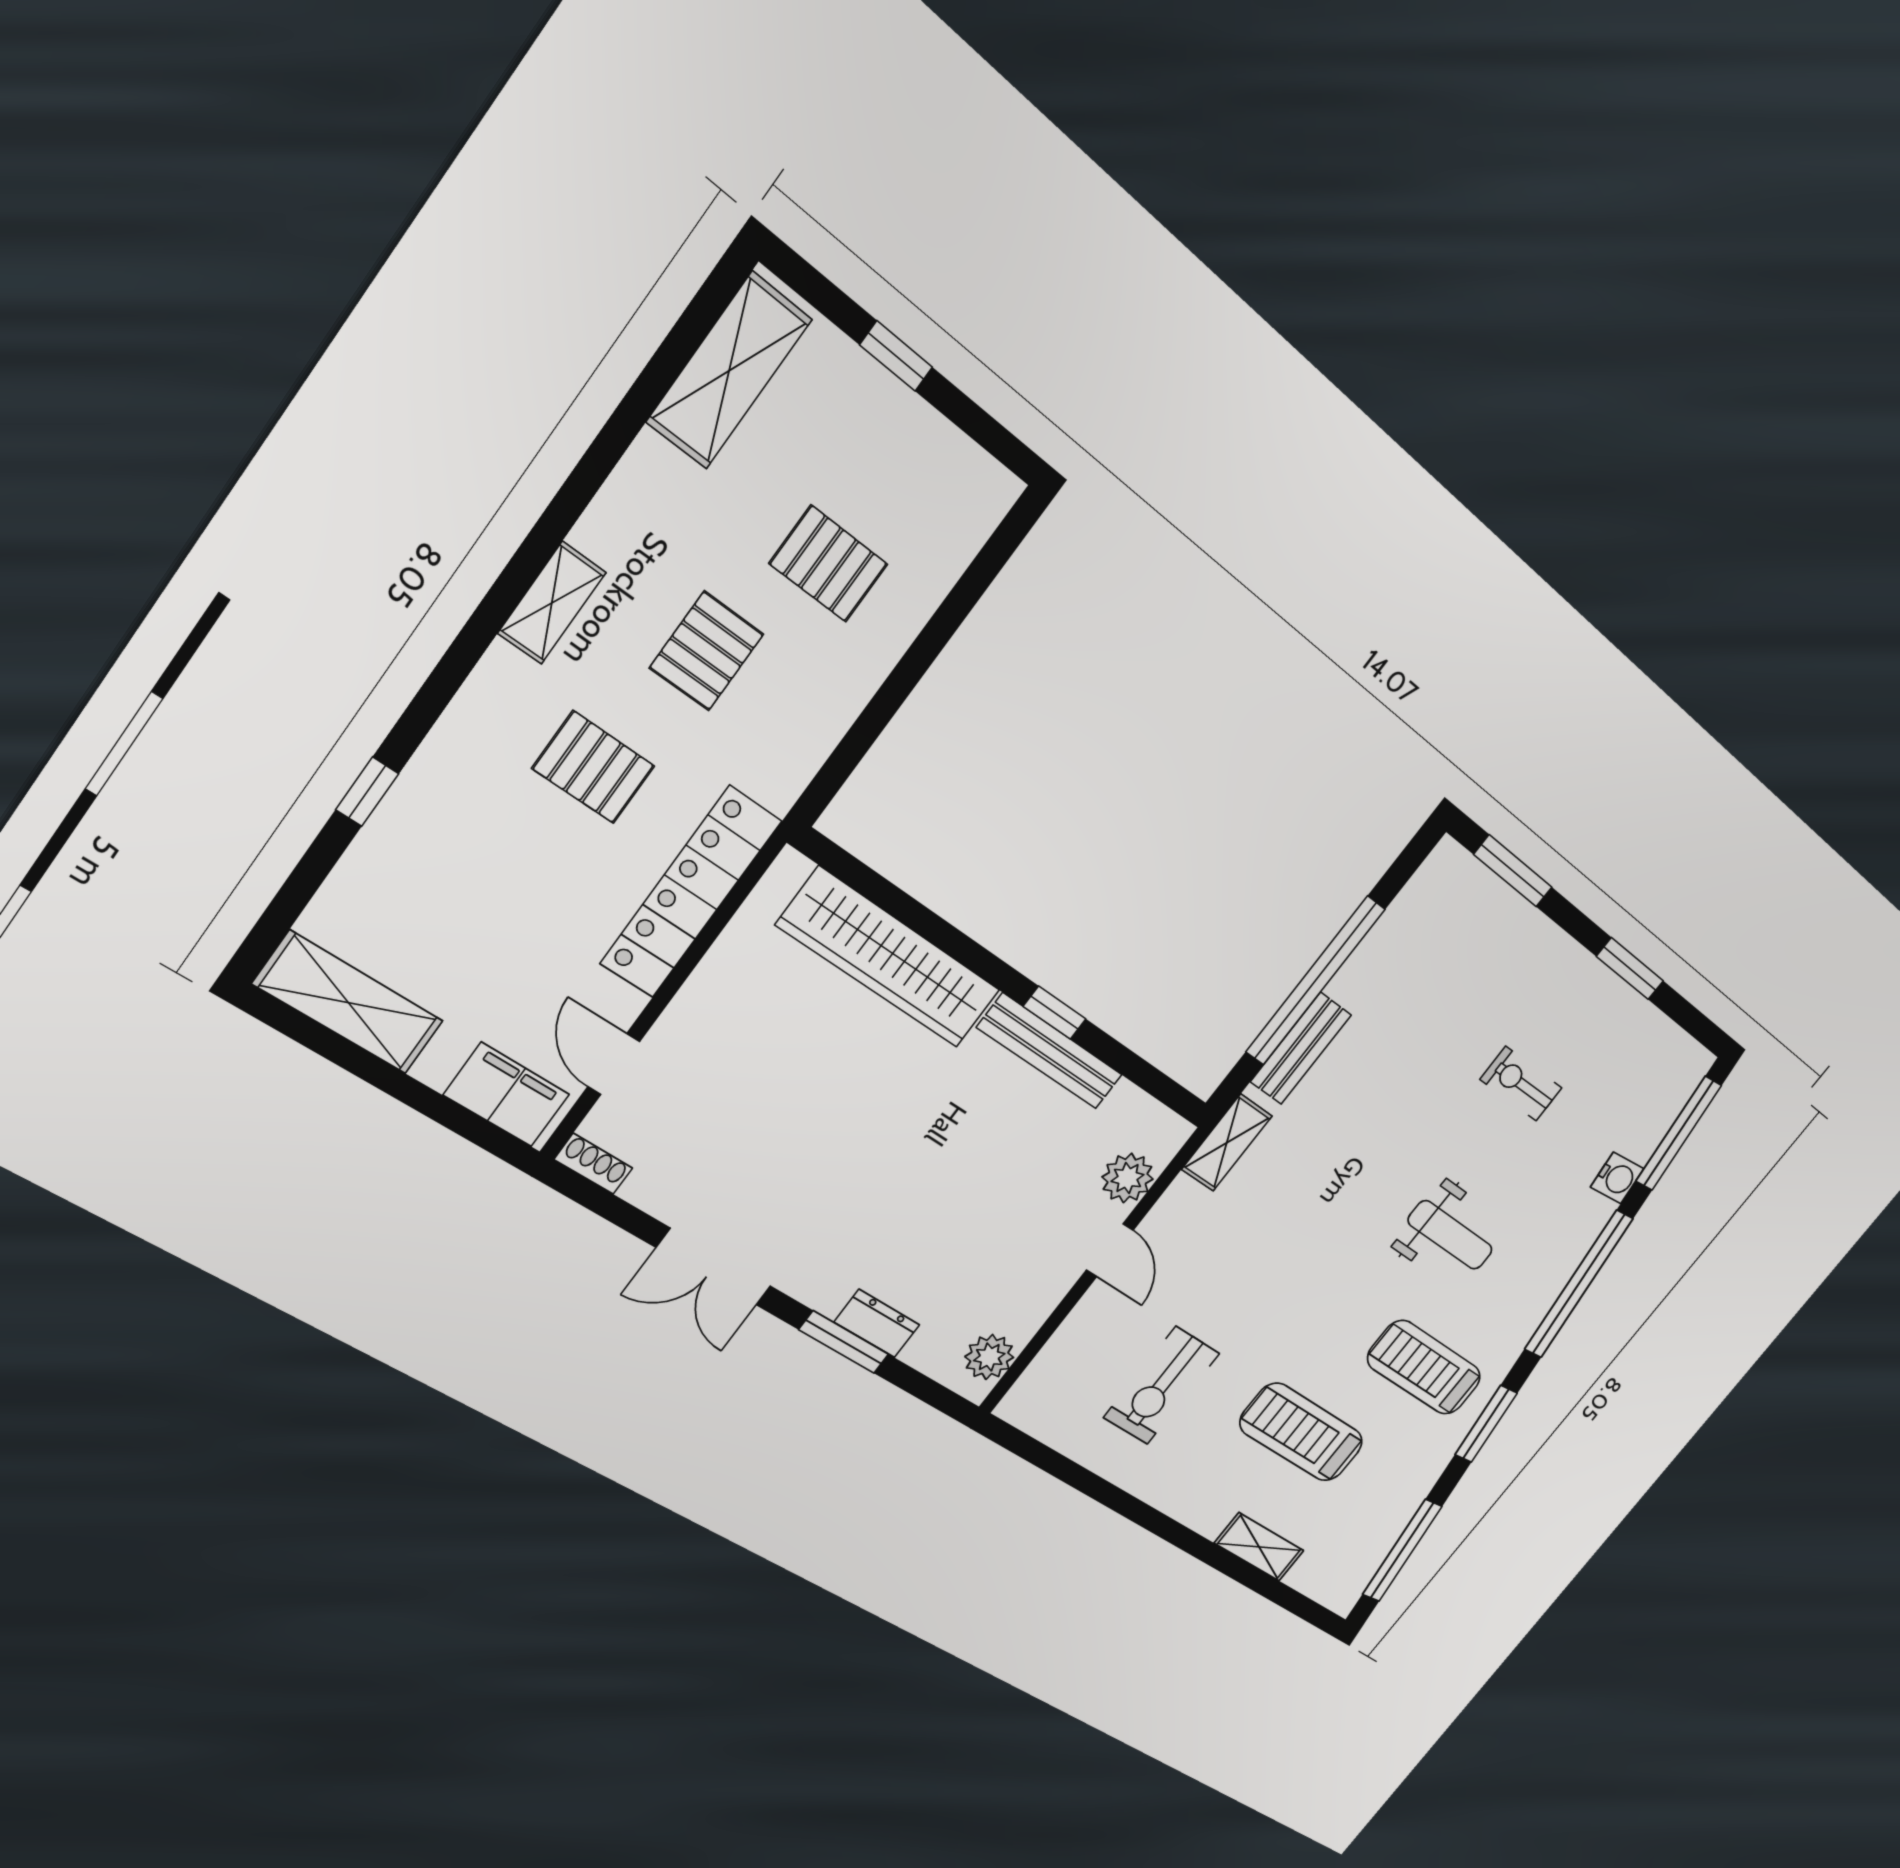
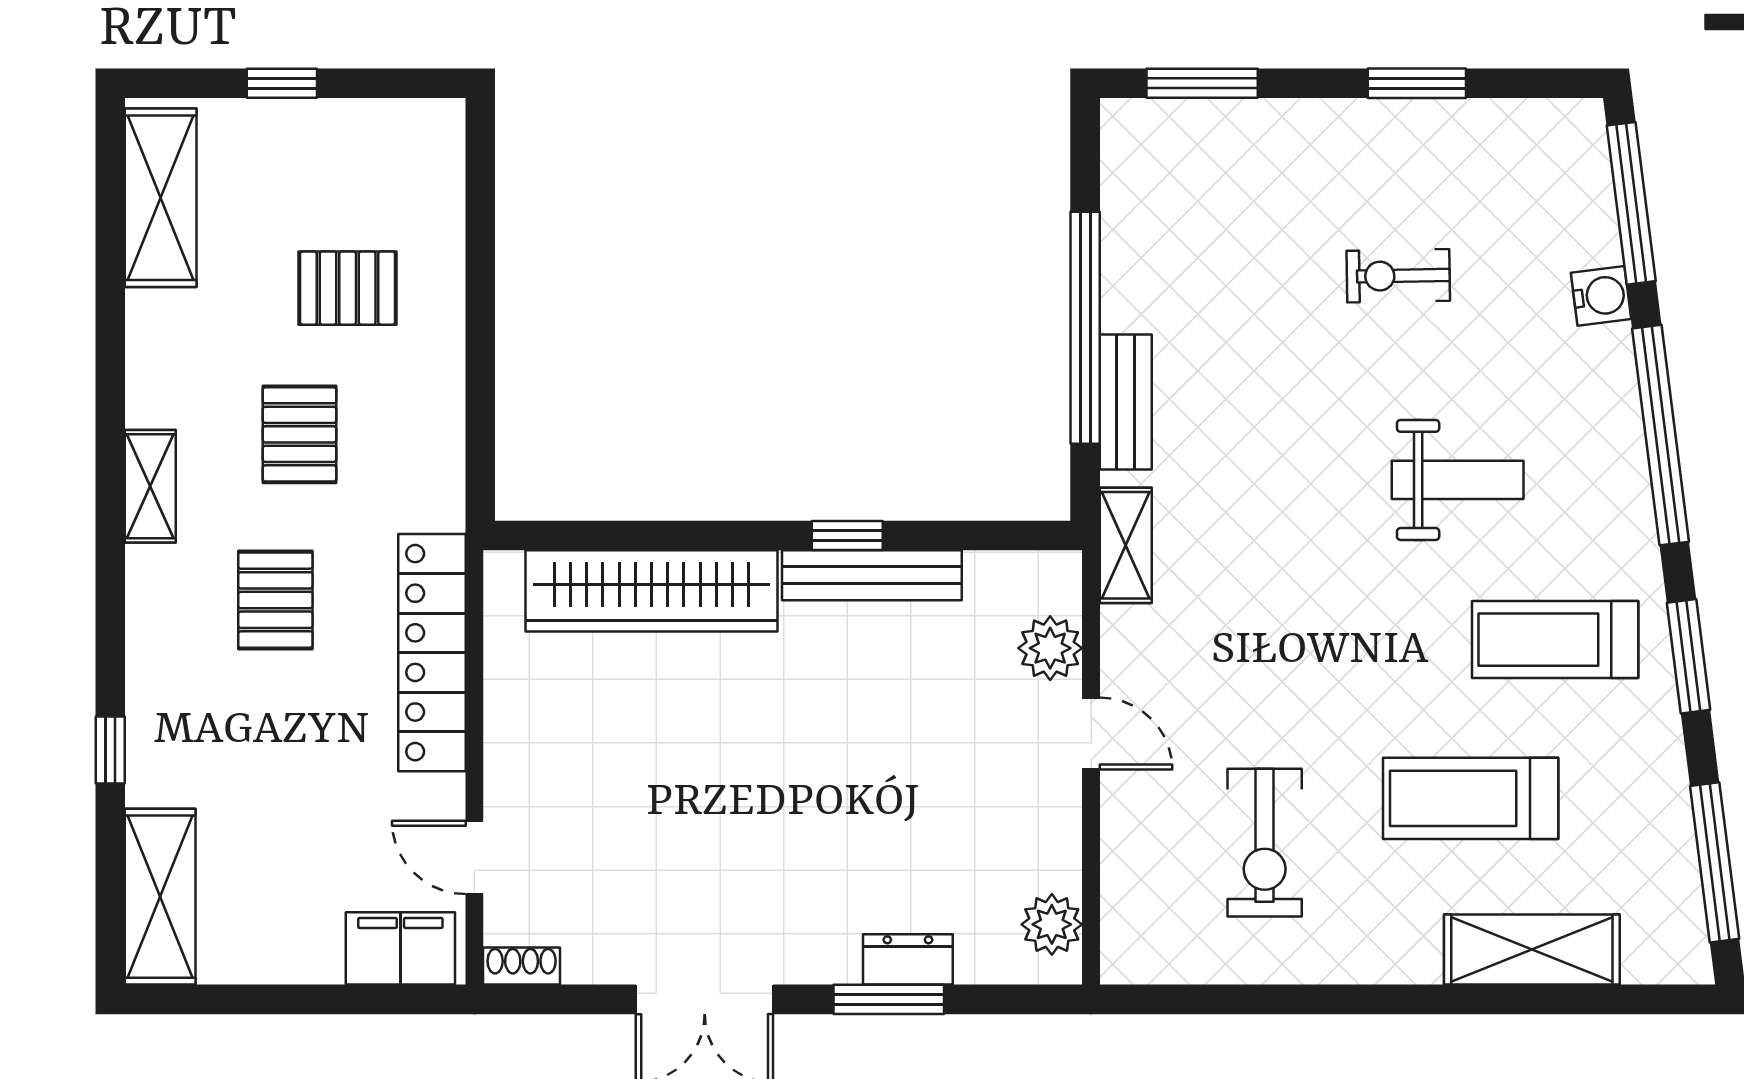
pallet: (593, 767) -> (275, 600), turned 90
shelving: (348, 1003) -> (160, 897), moved, turned 90
shelving: (1259, 1547) -> (1532, 950), width x1.50, depth x1.33

